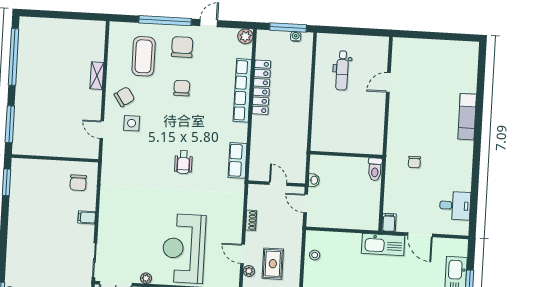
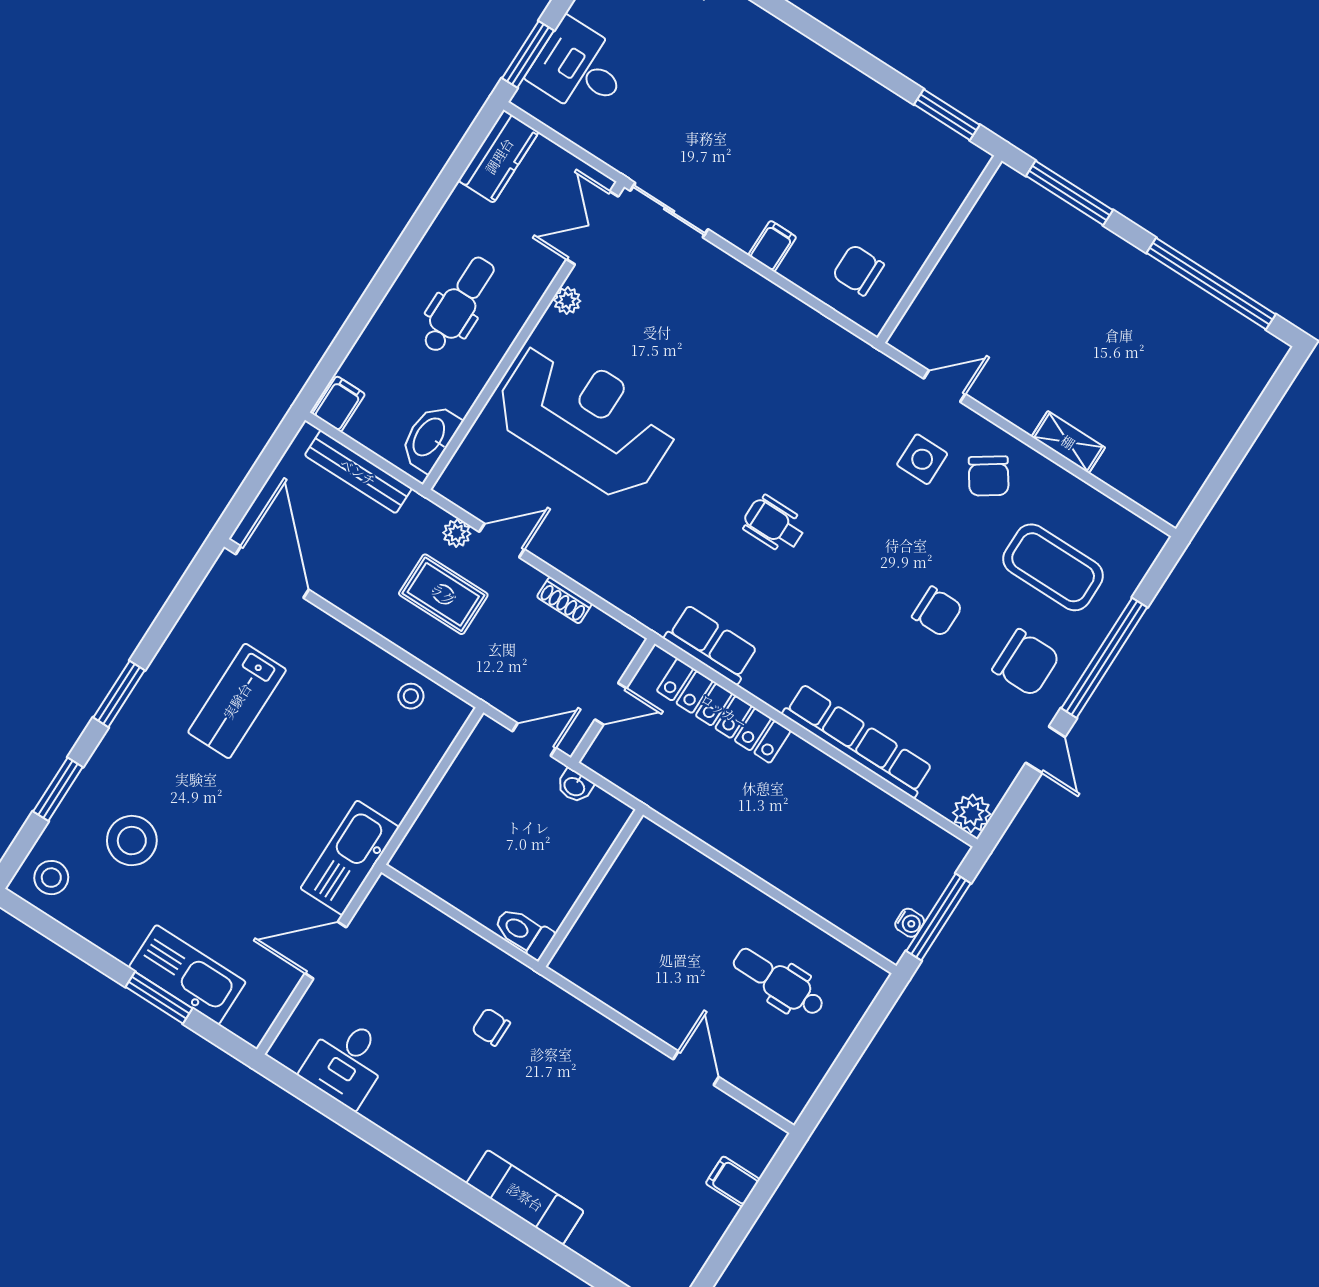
locker: (261, 87) -> (724, 711), moved
filing cabinet: (389, 222) -> (733, 1181), moved, turned 180

